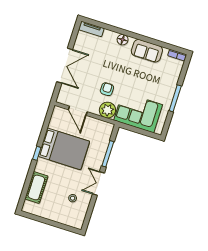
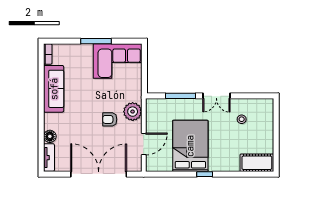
floor lamp: (123, 40) -> (50, 136), moved
sofa: (147, 51) -> (54, 89), width x1.36
double door: (65, 66) -> (99, 174), width x1.36
corner sofa: (138, 112) -> (118, 61), moved, turned -90
cot: (36, 187) -> (257, 163), moved

